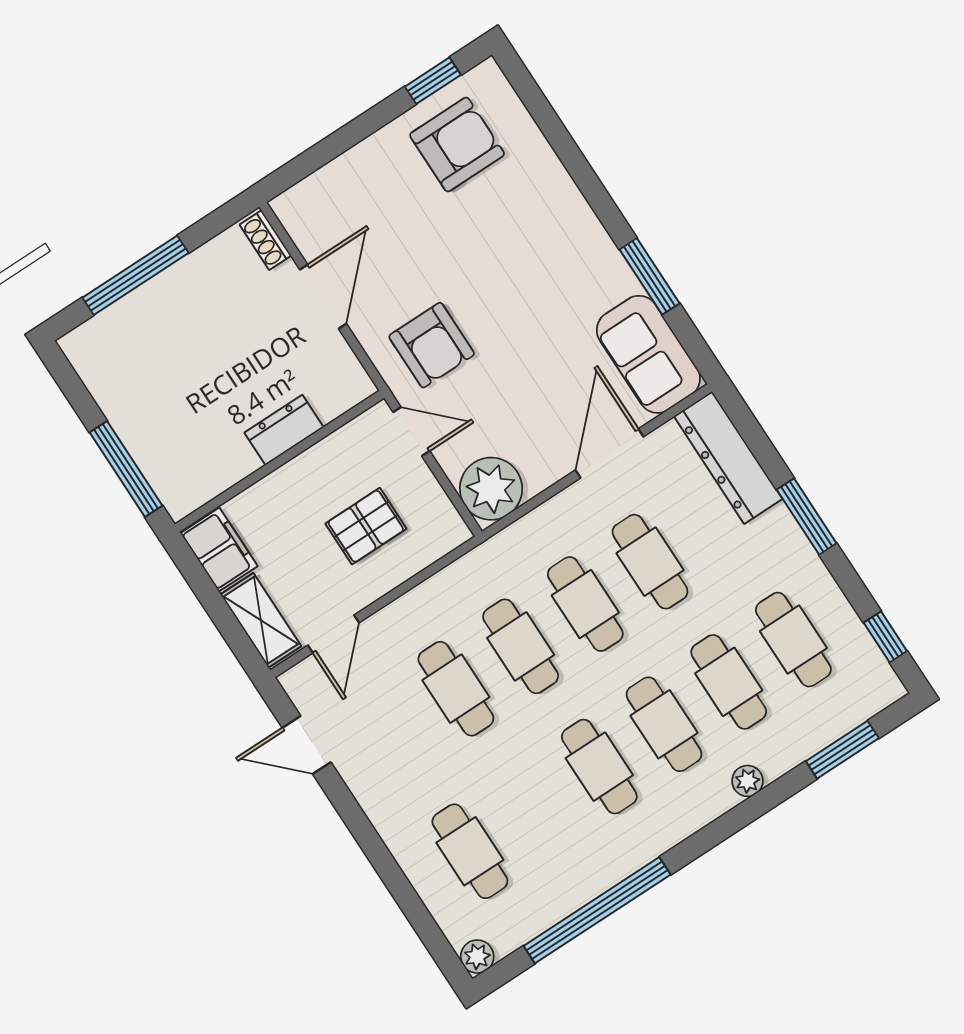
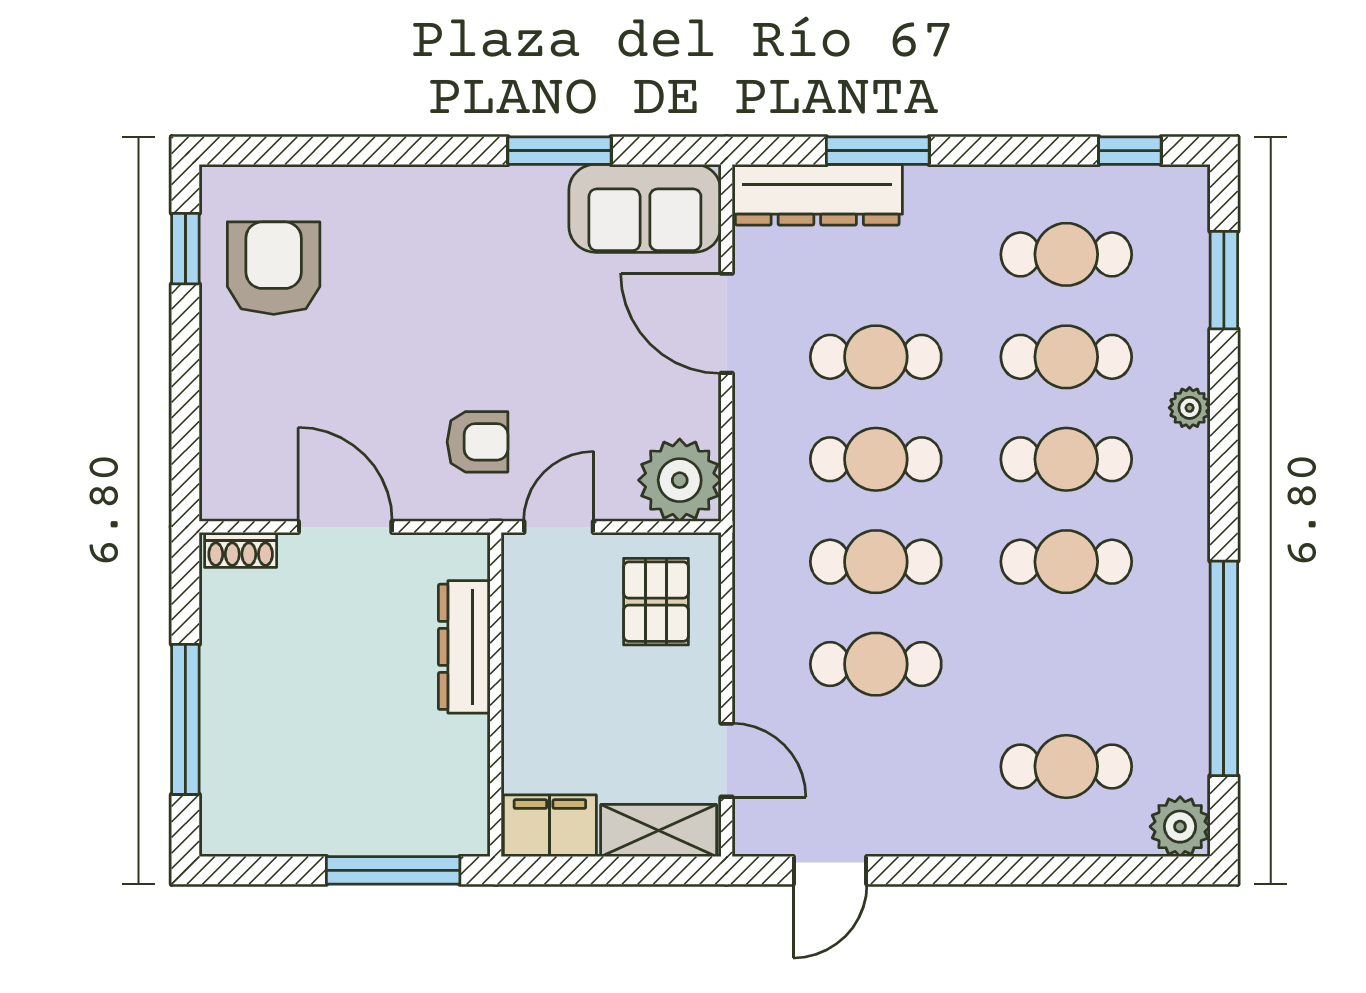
armchair: (432, 345) -> (478, 442), width x0.72, depth x0.72
dresser: (284, 430) -> (464, 647), width x1.44
window: (807, 516) -> (878, 151), moved
pallet: (366, 526) -> (656, 602), moved
plant: (477, 957) -> (1180, 827), width x1.38, depth x1.38

